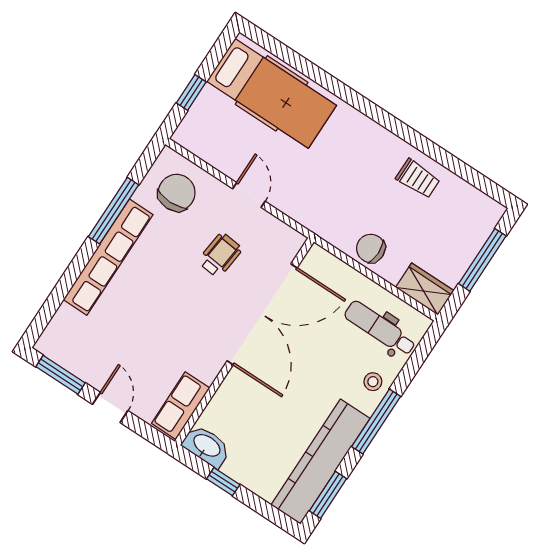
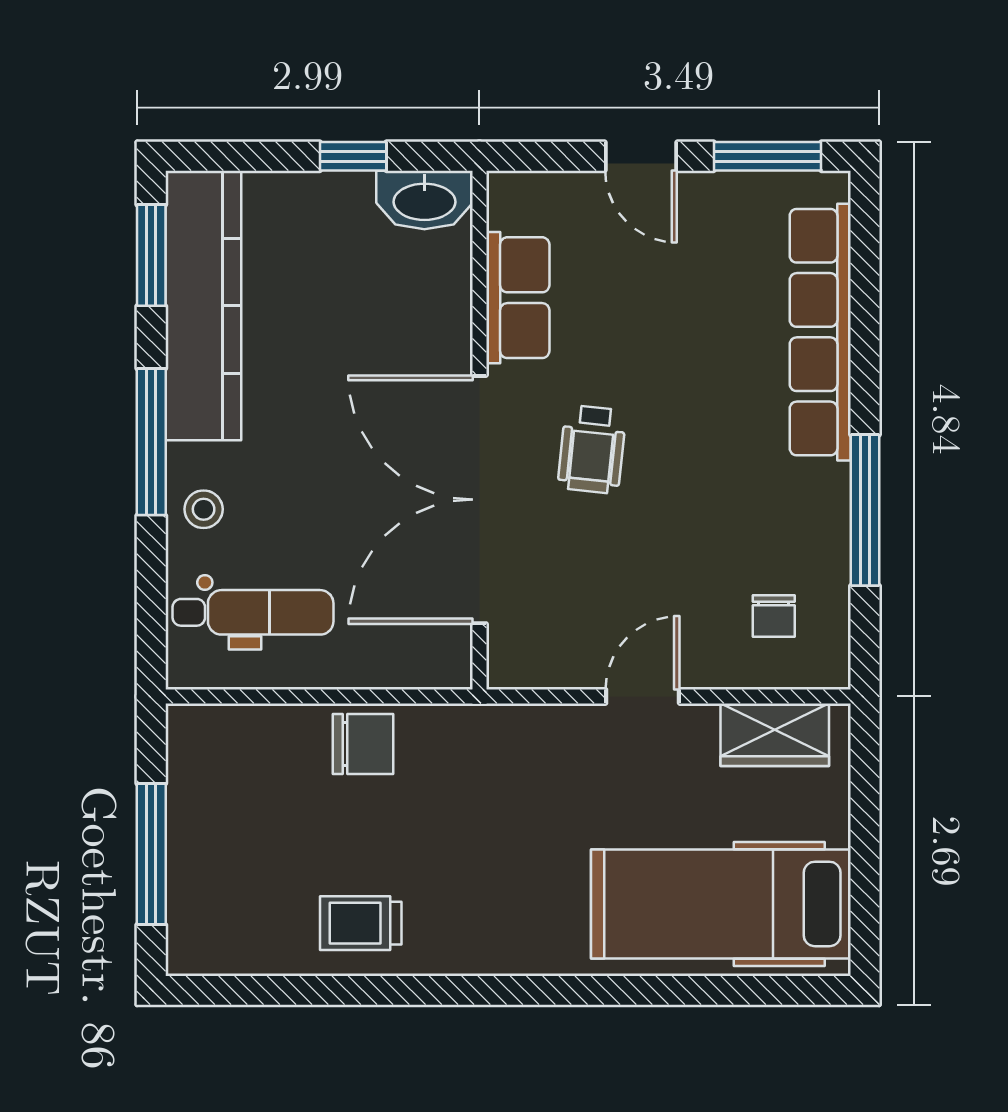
window: (191, 92) -> (865, 812), removed
chair: (177, 193) -> (774, 616), width x0.54, depth x0.54
door: (249, 195) -> (643, 696), swing flipped
wheelchair: (220, 255) -> (592, 449), moved
row of seats: (108, 257) -> (820, 332), moved
wardrobe: (425, 289) -> (775, 735), moved
row of seats: (181, 406) -> (518, 298), moved

